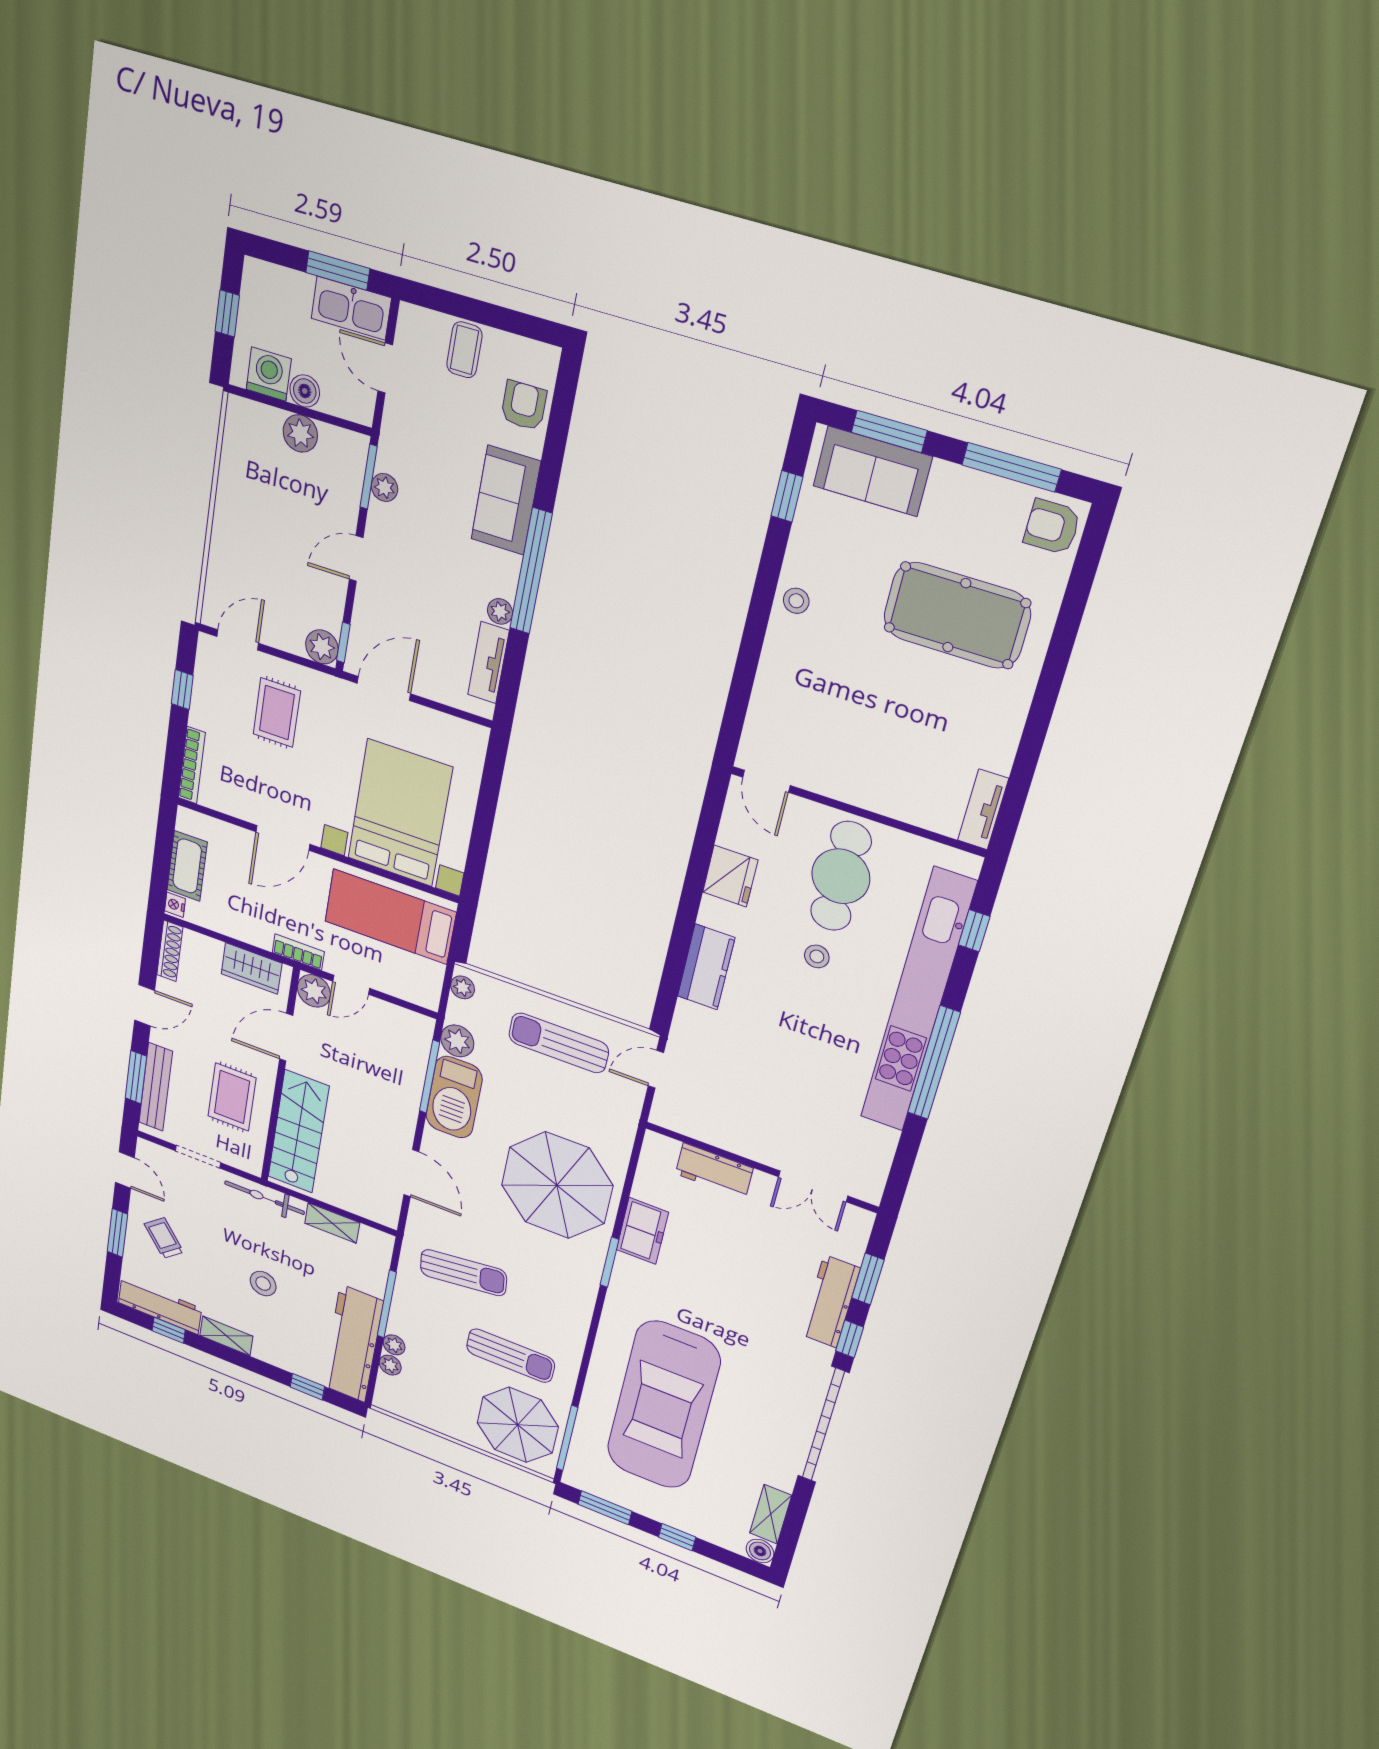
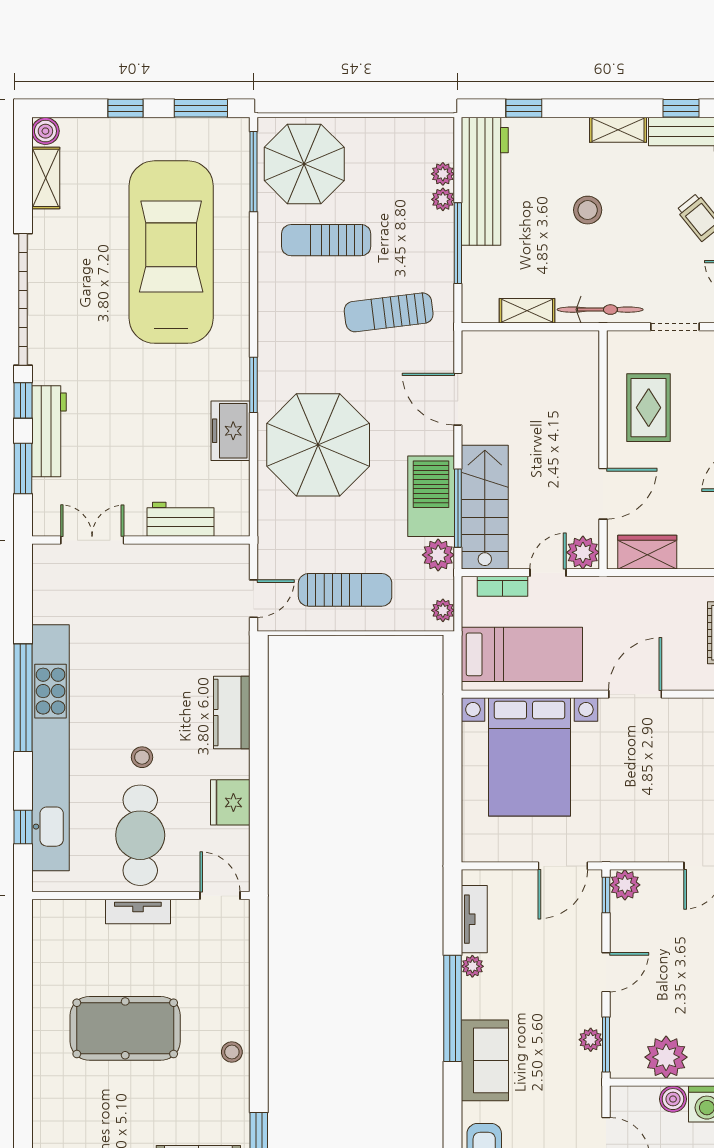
plant: (300, 433) -> (666, 1057), width x1.36, depth x1.36
pool table: (957, 615) -> (125, 1028), moved
rug: (277, 713) -> (658, 811), removed
tv unit: (983, 809) -> (138, 911), moved, turned 90
bookcase: (298, 952) -> (502, 586), moved
stairs: (298, 1132) -> (485, 507), moved, turned 180

